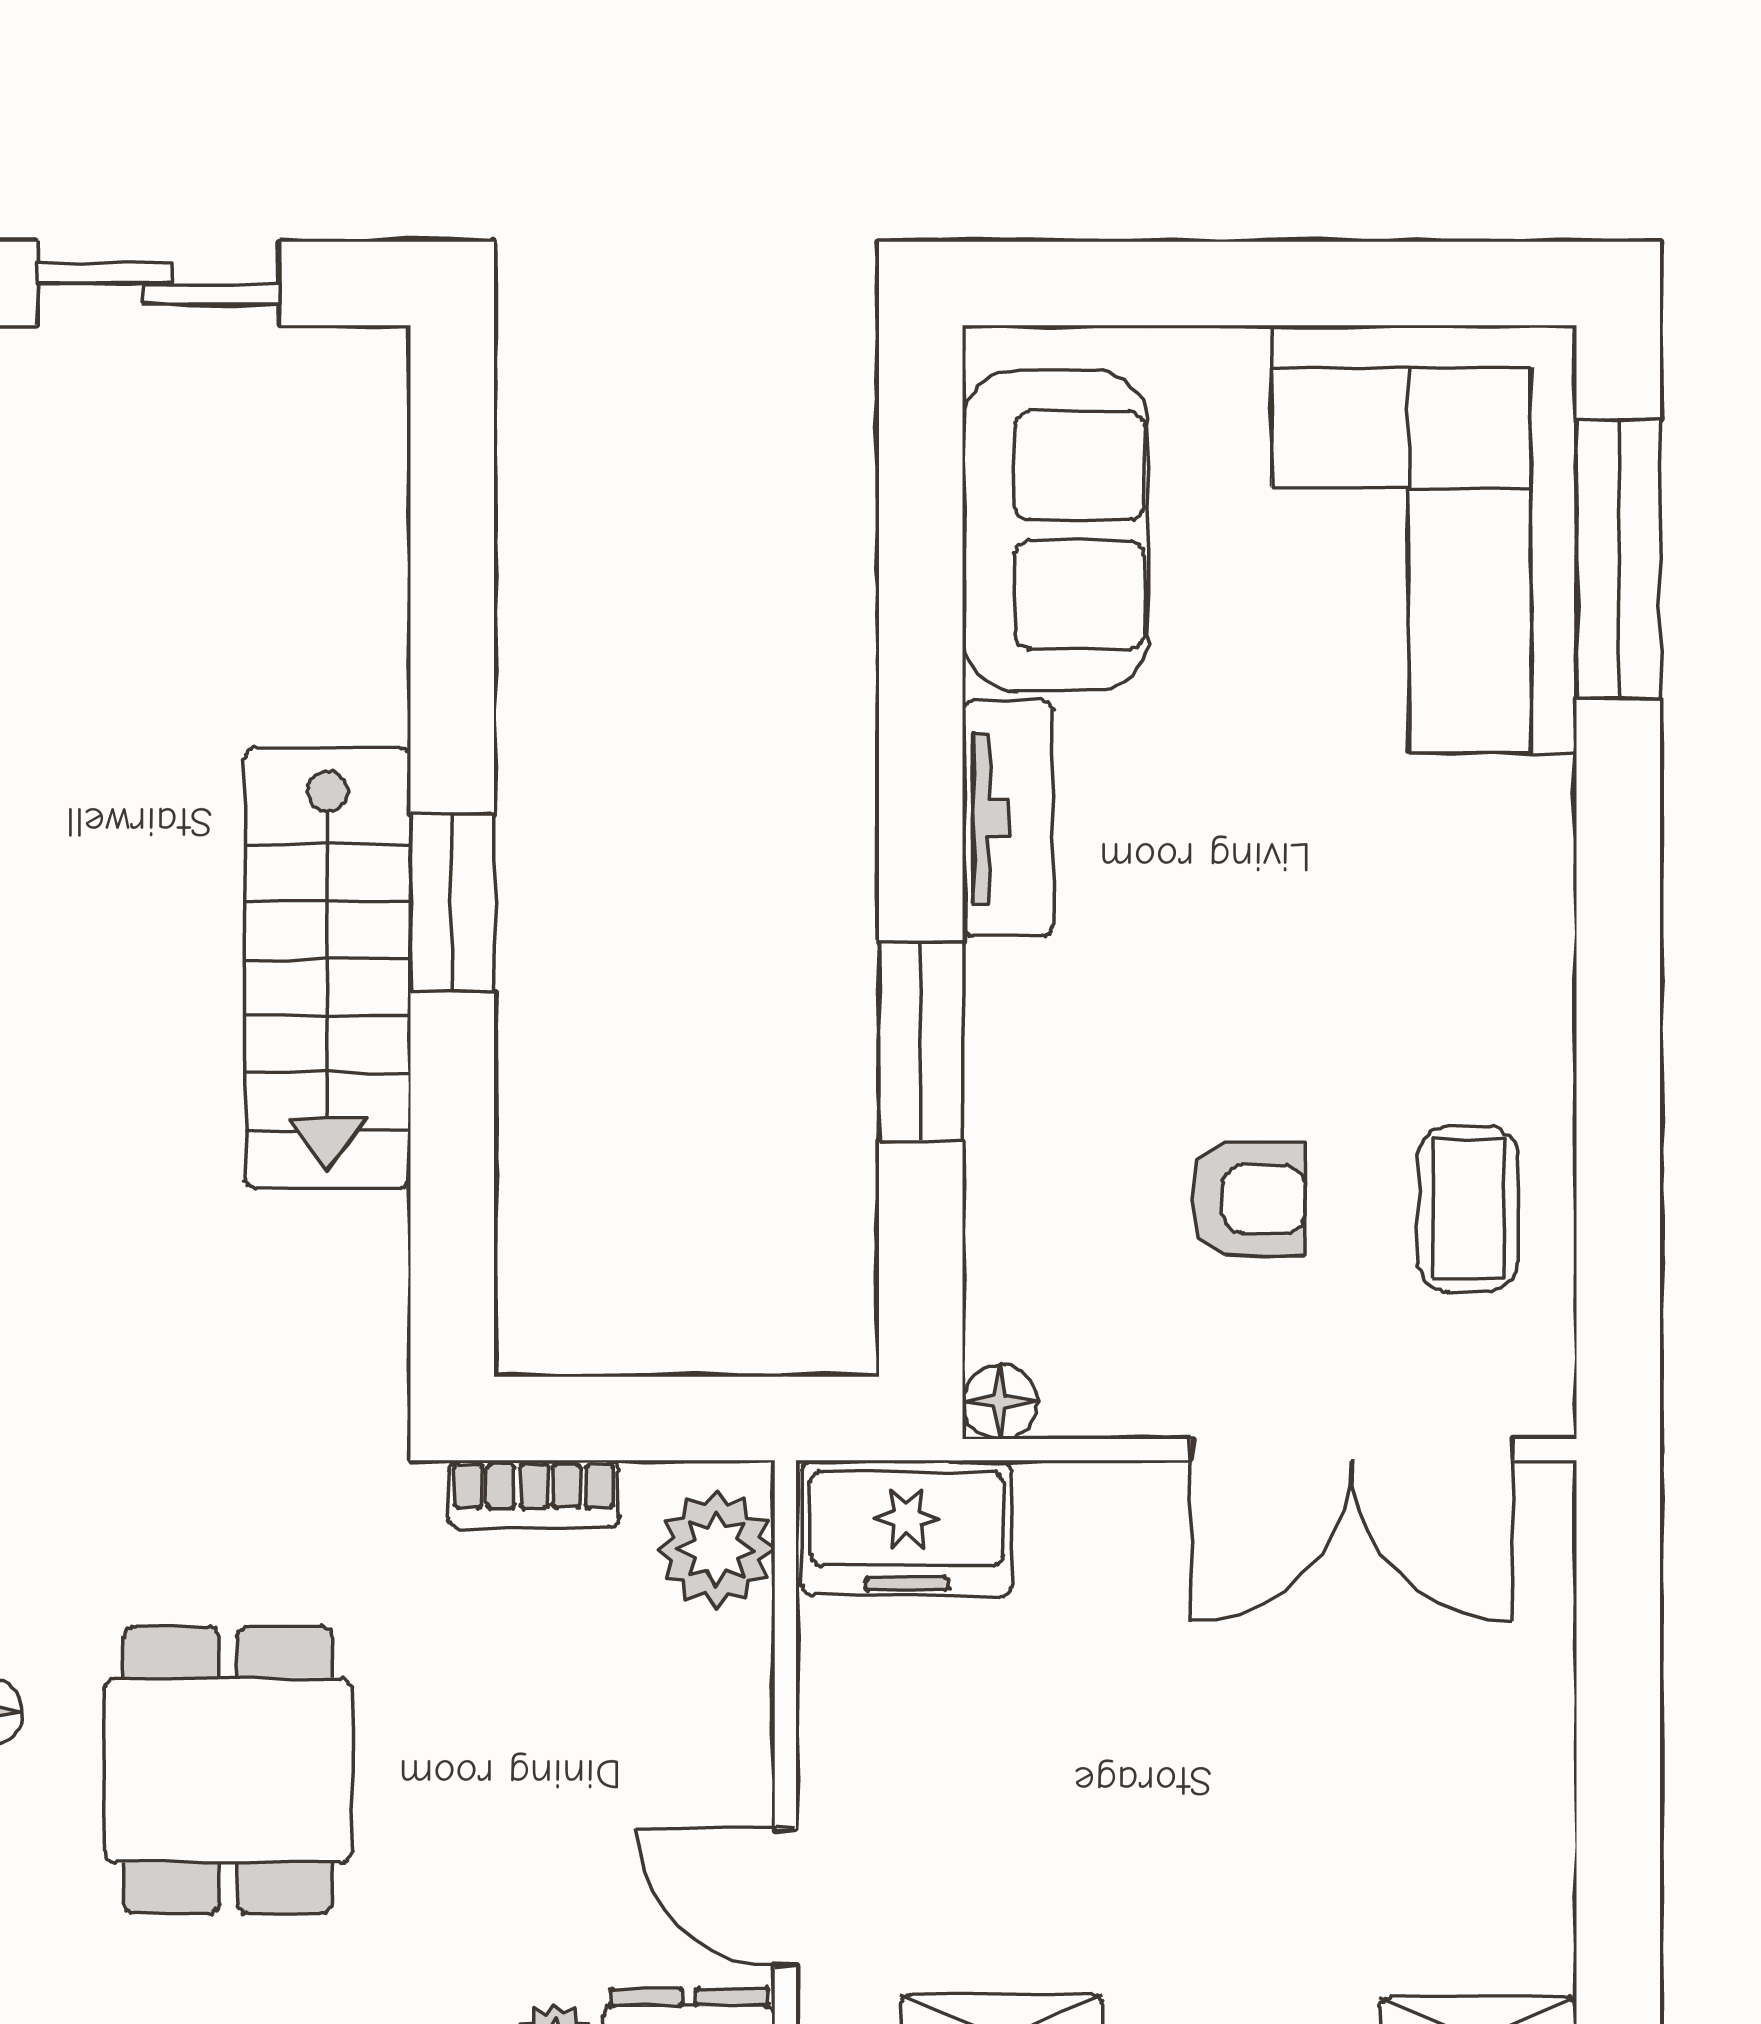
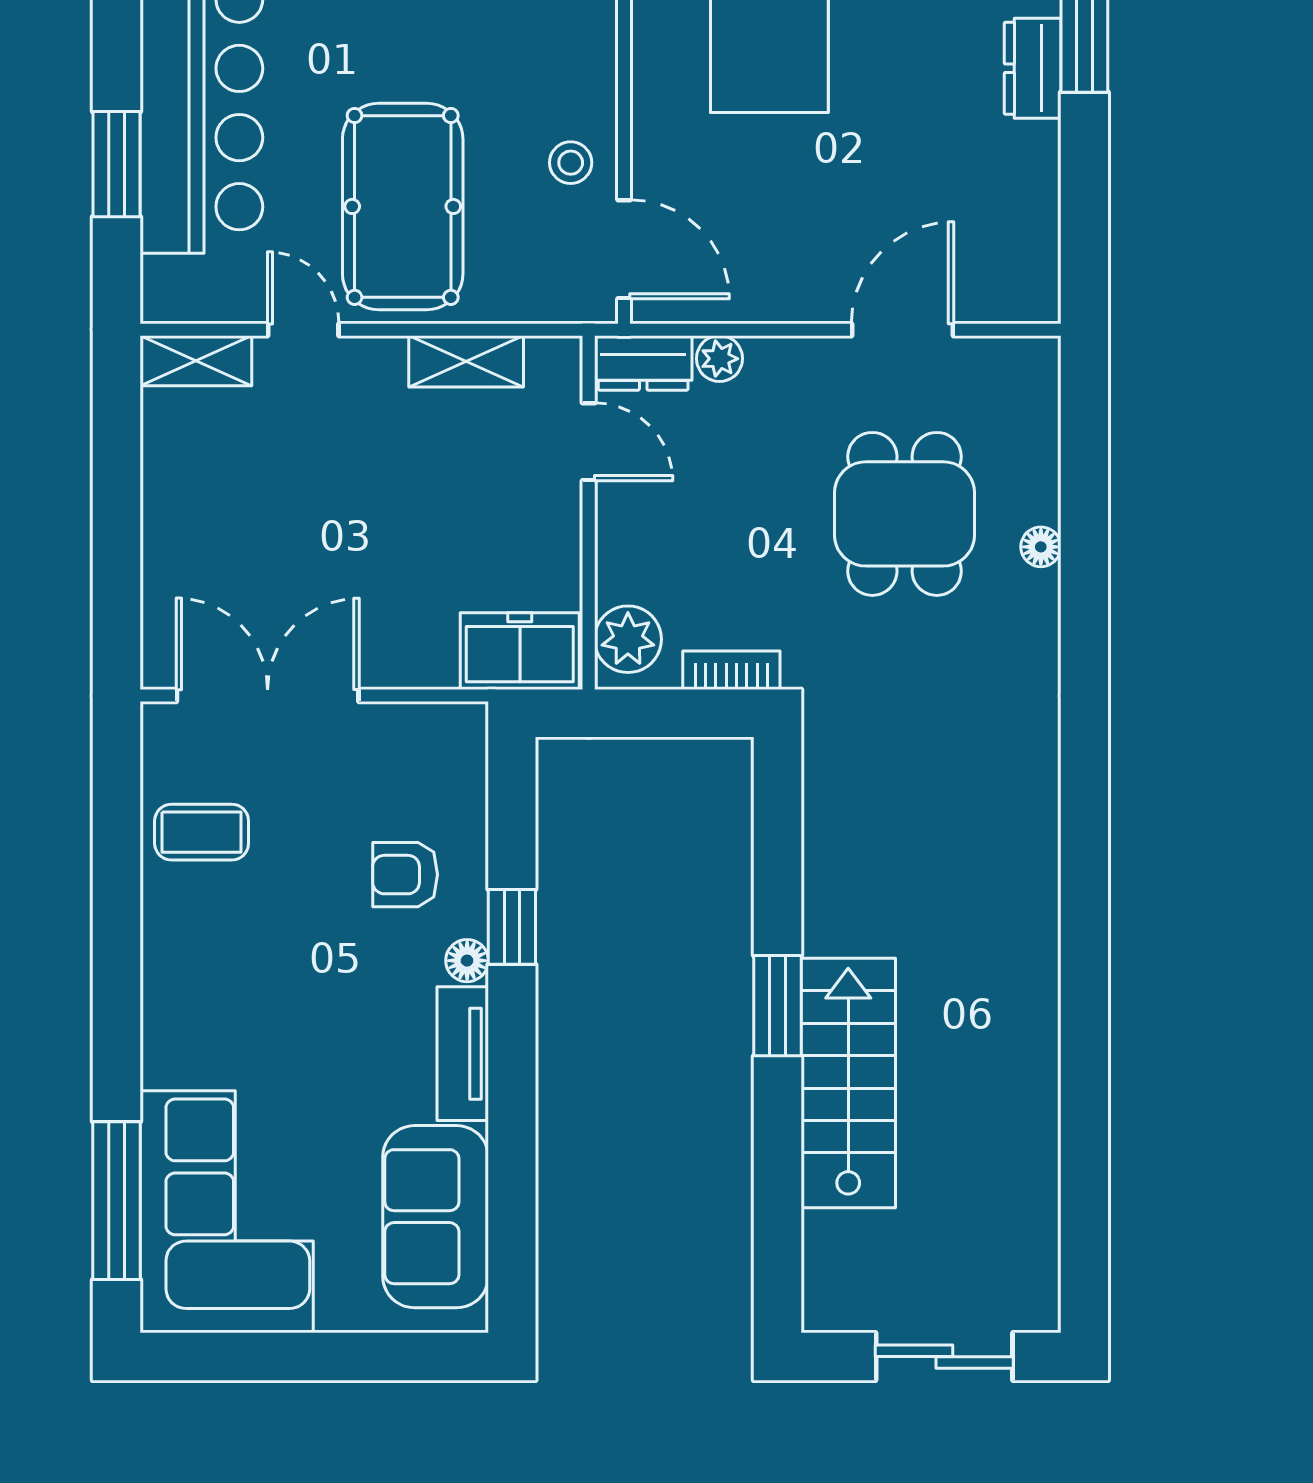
stairs: (328, 968) -> (848, 1083), moved
window: (921, 1042) -> (512, 927), width x0.67
armchair: (1248, 1199) -> (405, 875), moved
coffee table: (1468, 1209) -> (202, 832), turned 90
floor lamp: (1000, 1402) -> (467, 961), moved

